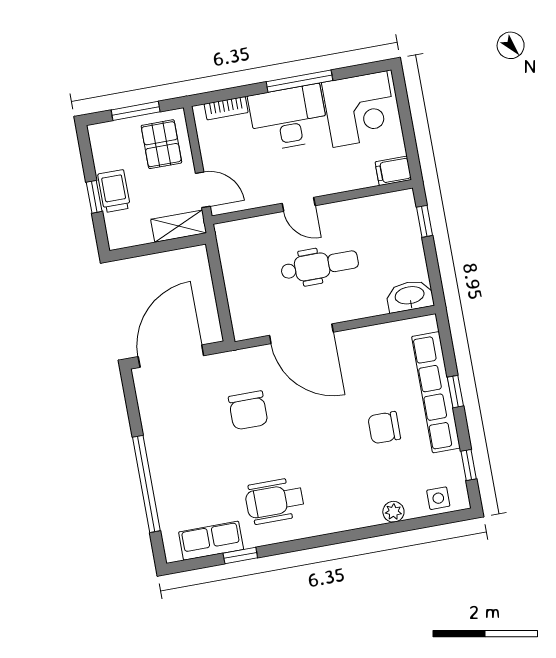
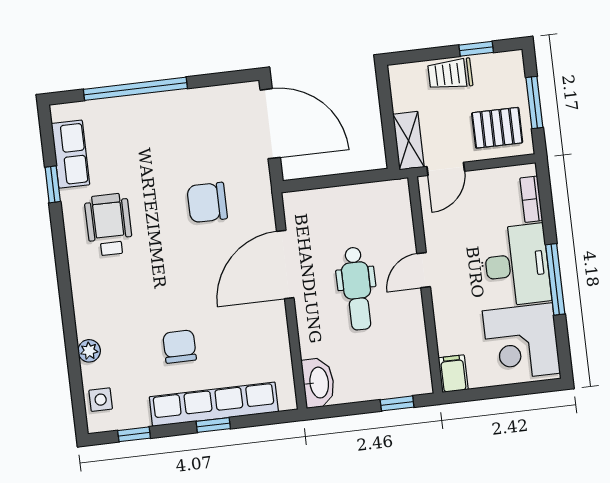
trolley: (114, 191) -> (450, 74), turned 180
window: (94, 197) -> (476, 49), moved

